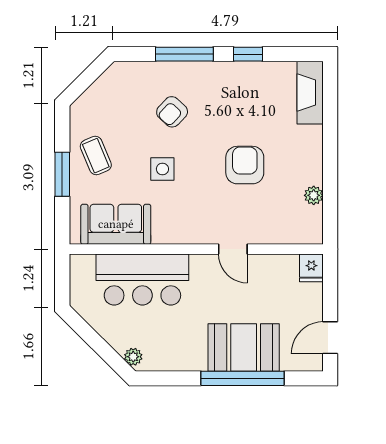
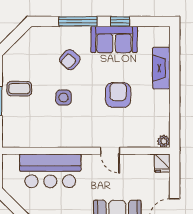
fireplace: (310, 93) -> (161, 68), moved
coffee table: (96, 156) -> (19, 89), turned -67
plant: (314, 195) -> (164, 141), moved
sofa: (116, 224) -> (114, 39), moved, turned 180

